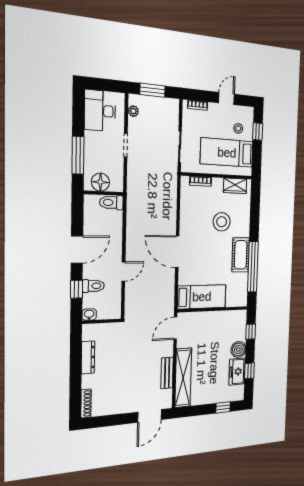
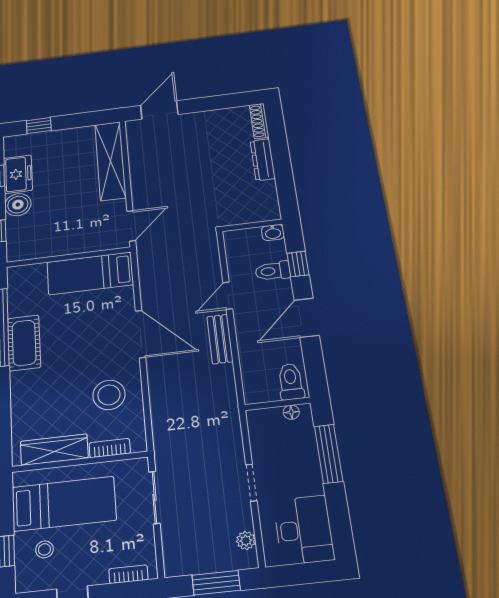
floor lamp: (100, 182) -> (291, 412), width x0.53, depth x0.53
wardrobe: (235, 186) -> (54, 450), width x1.50
toilet: (111, 202) -> (291, 382), moved, turned -90
stool: (222, 222) -> (109, 395), moved
dresser: (88, 357) -> (263, 160), moved
bench: (167, 373) -> (220, 339), moved

